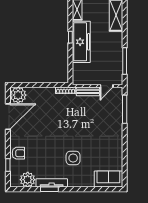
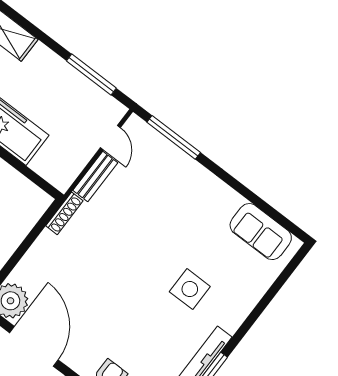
sofa: (108, 179) -> (261, 232), moved, turned -90

